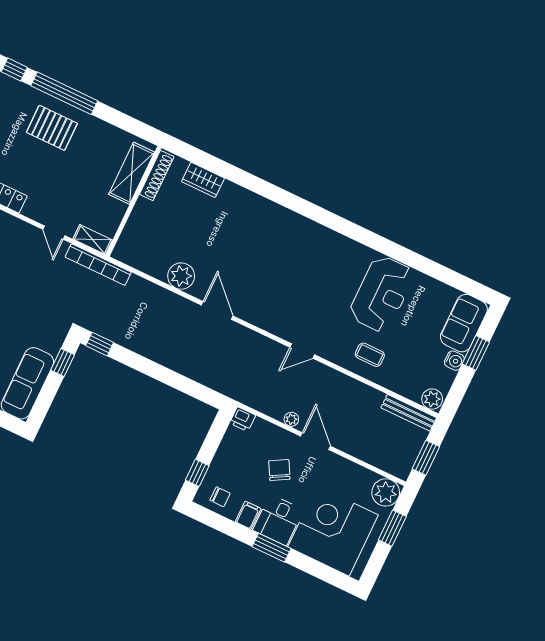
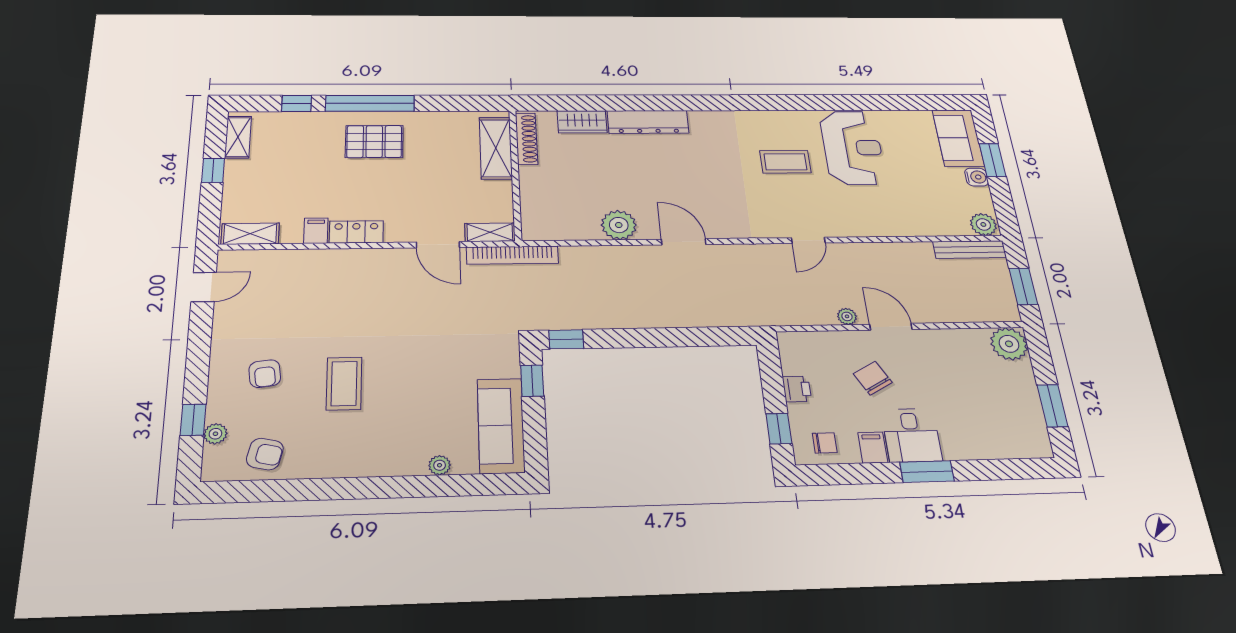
dresser: (249, 202) -> (648, 122), added
door: (54, 233) -> (438, 245), width x1.38
coffee table: (370, 355) -> (785, 162), moved, width x1.36, depth x1.30
printer: (243, 419) -> (797, 389), moved, turned -90
window: (392, 528) -> (1052, 406), moved
corner desk: (333, 531) -> (983, 416), removed

